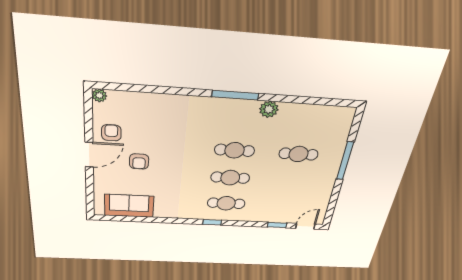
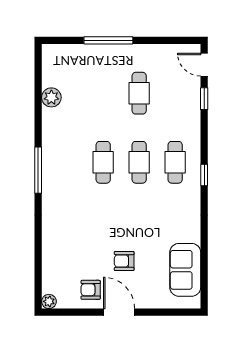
plant: (269, 109) -> (51, 97), moved
cafe table: (299, 154) -> (139, 93), moved
armchair: (139, 161) -> (124, 261), turned 180

